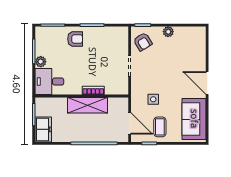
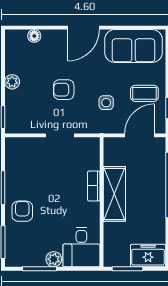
armchair: (143, 42) -> (64, 90), moved, turned -148
floor lamp: (201, 48) -> (34, 36), added

